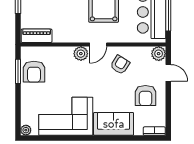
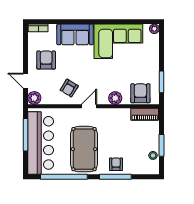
plant: (81, 54) -> (115, 98), moved
armchair: (34, 72) -> (140, 93), moved

